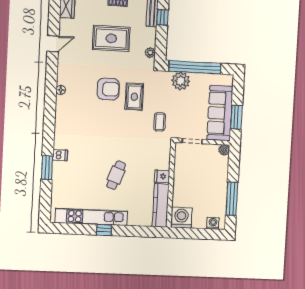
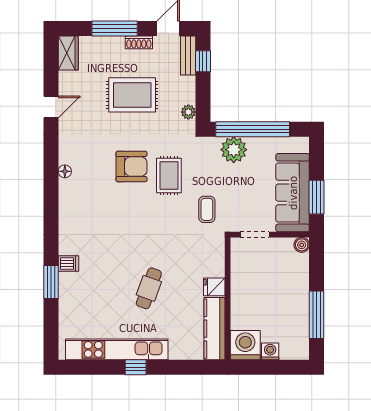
washing machine: (213, 223) -> (270, 351), moved

